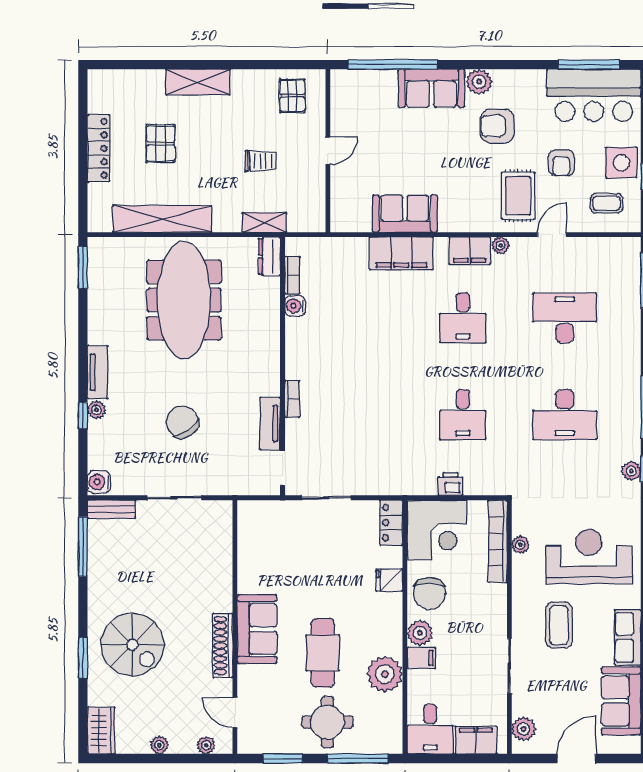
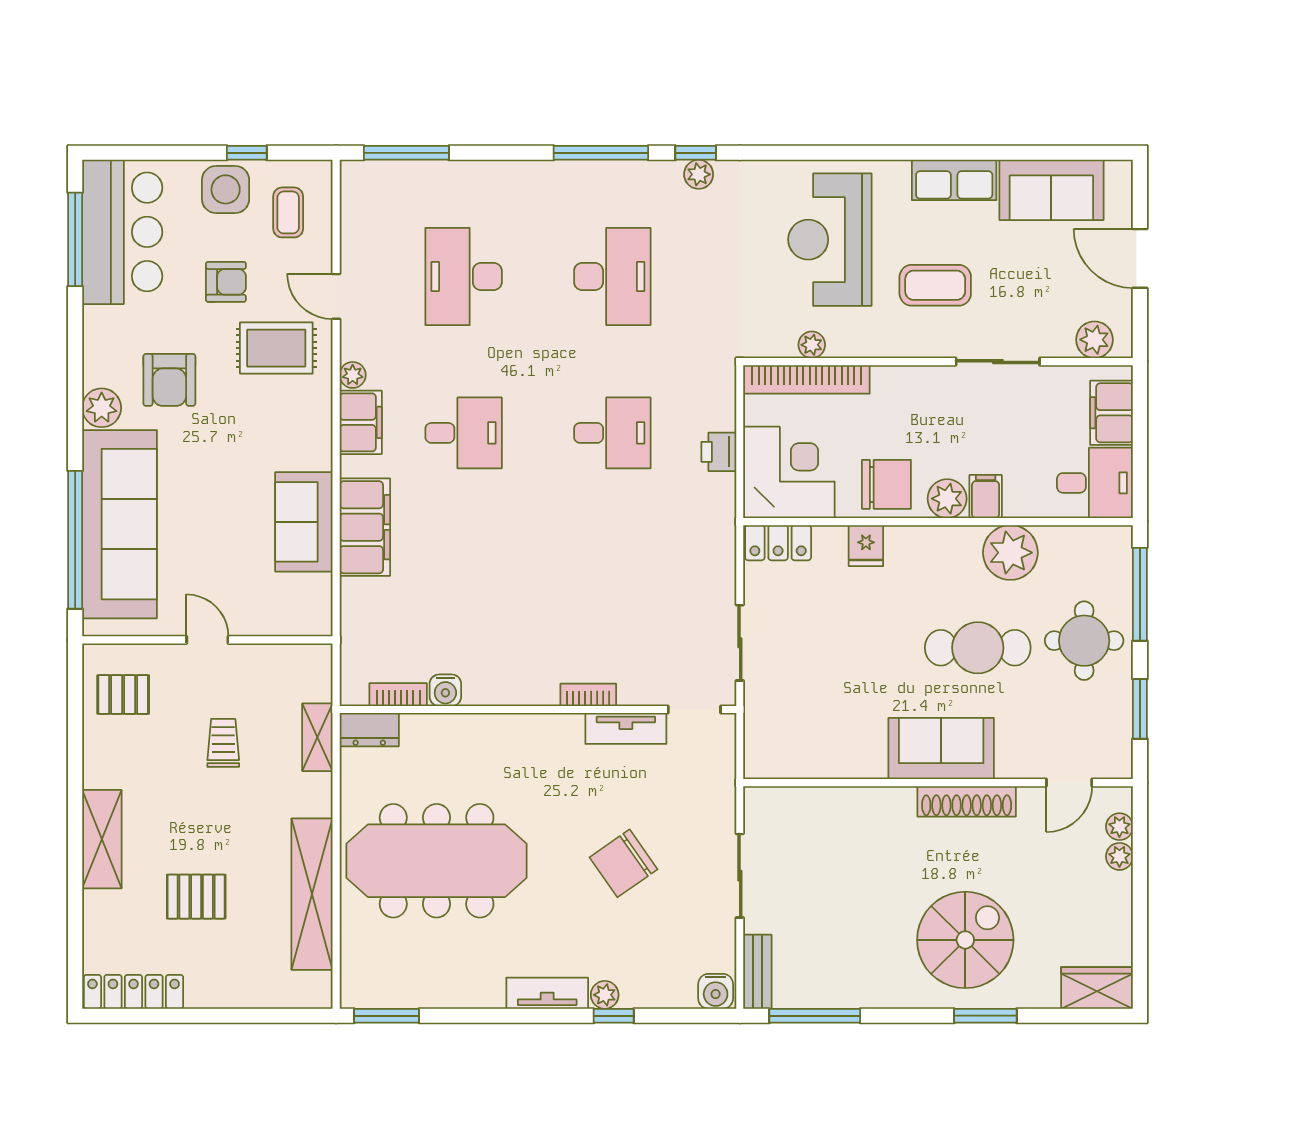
sofa: (432, 88) -> (120, 524), width x1.85, depth x1.27
locker: (99, 148) -> (133, 992), moved
plant: (159, 745) -> (1119, 856), moved

